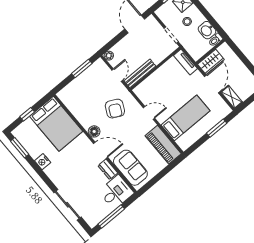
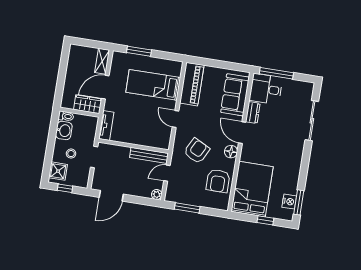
armchair: (82, 105) -> (218, 181), added
nightstand: (43, 162) -> (289, 202), moved
window: (111, 217) -> (276, 73), moved

